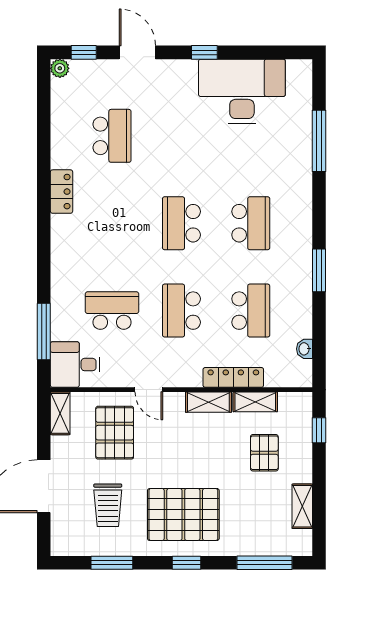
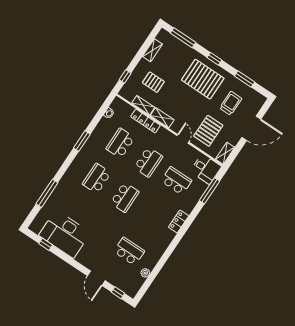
window: (204, 52) -> (46, 244), moved
plant: (60, 68) -> (145, 273), moved
school desk: (112, 136) -> (129, 251), turned 90
locker: (62, 192) -> (179, 222), moved
school desk: (112, 311) -> (176, 181), turned 180
pallet: (264, 453) -> (153, 82), turned 90

